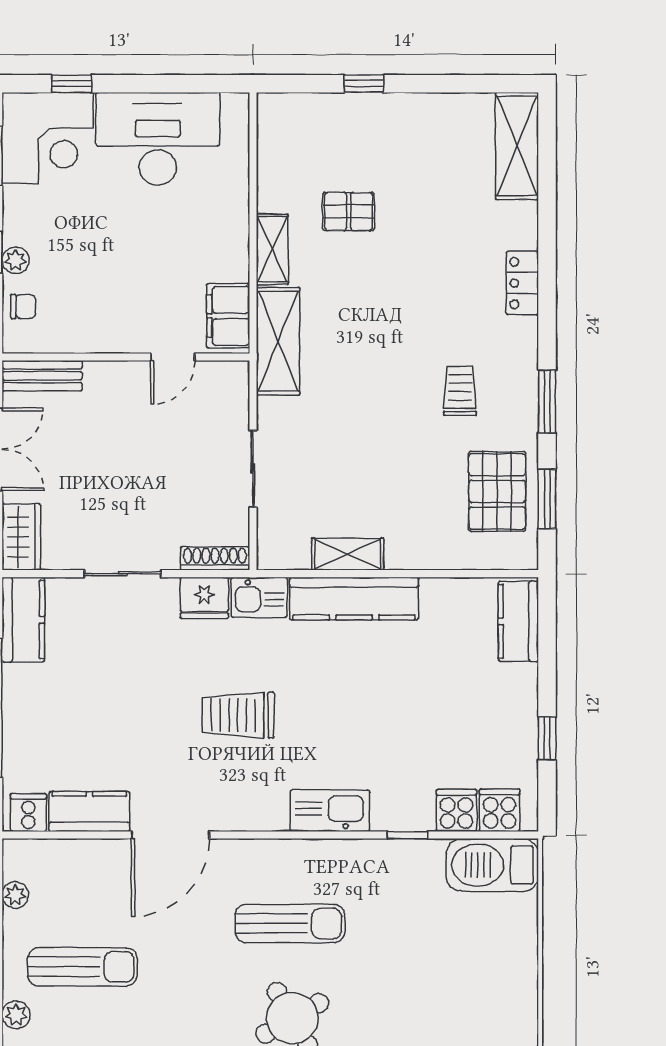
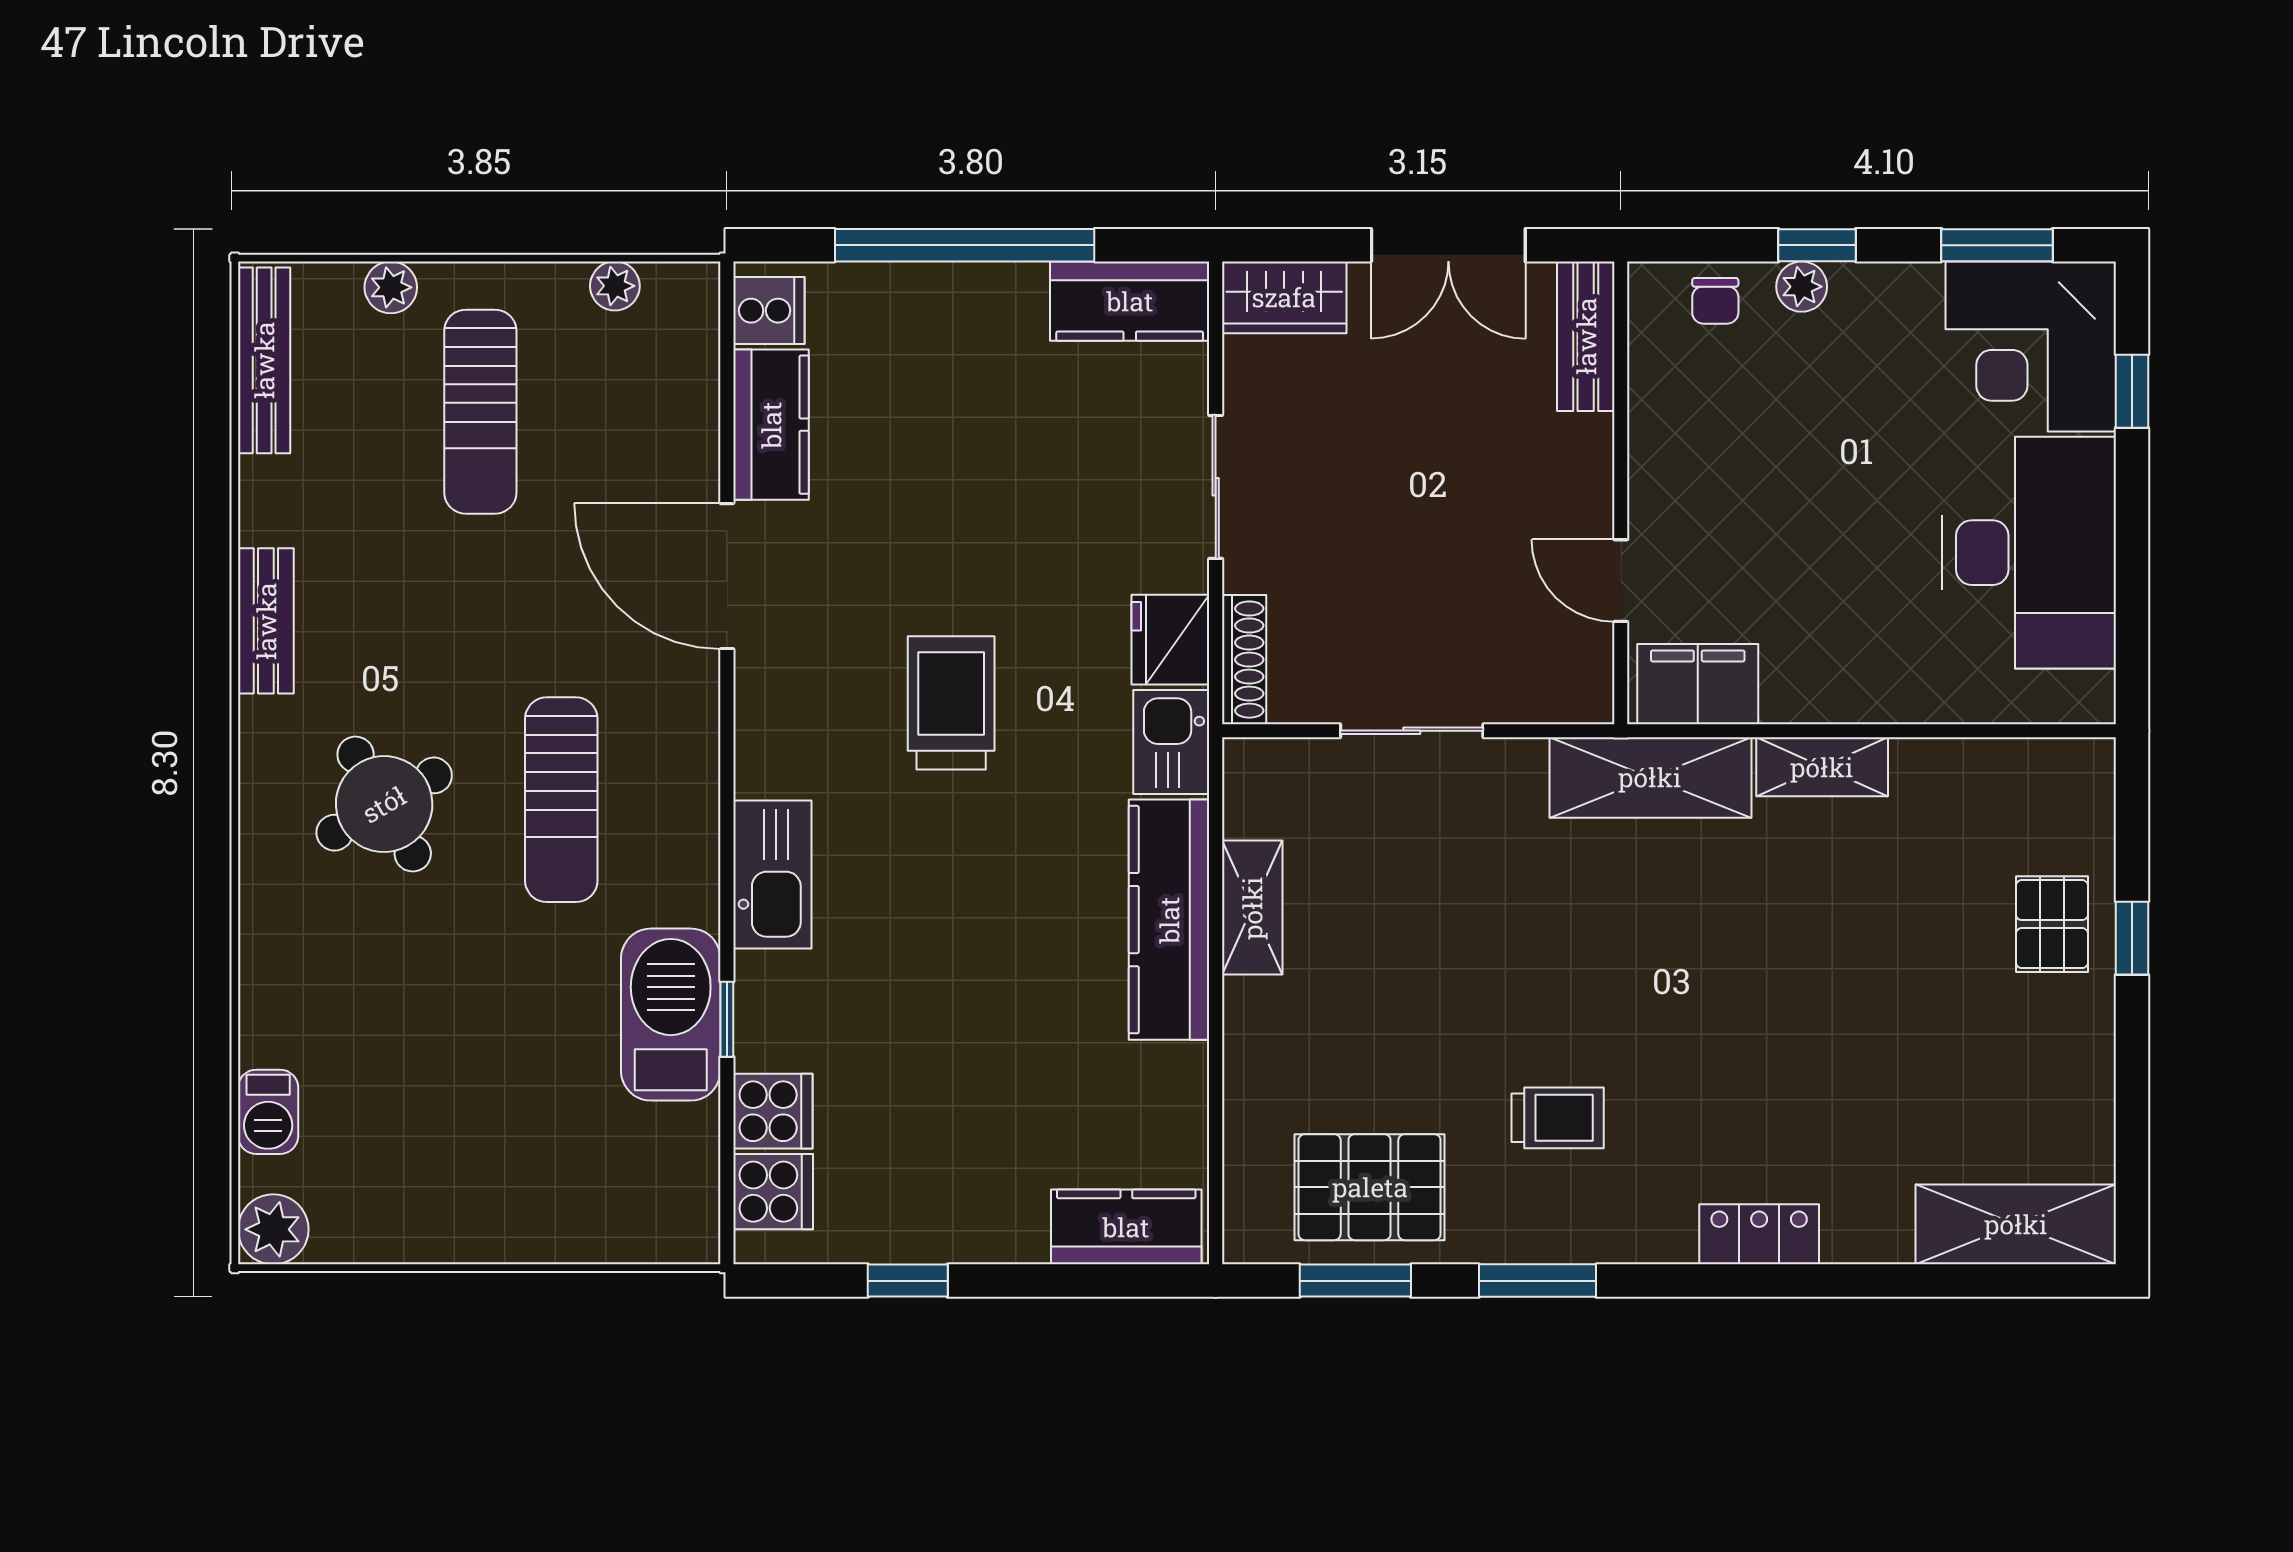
pallet: (349, 211) -> (2052, 924), moved
barbecue: (492, 865) -> (671, 1015), moved

